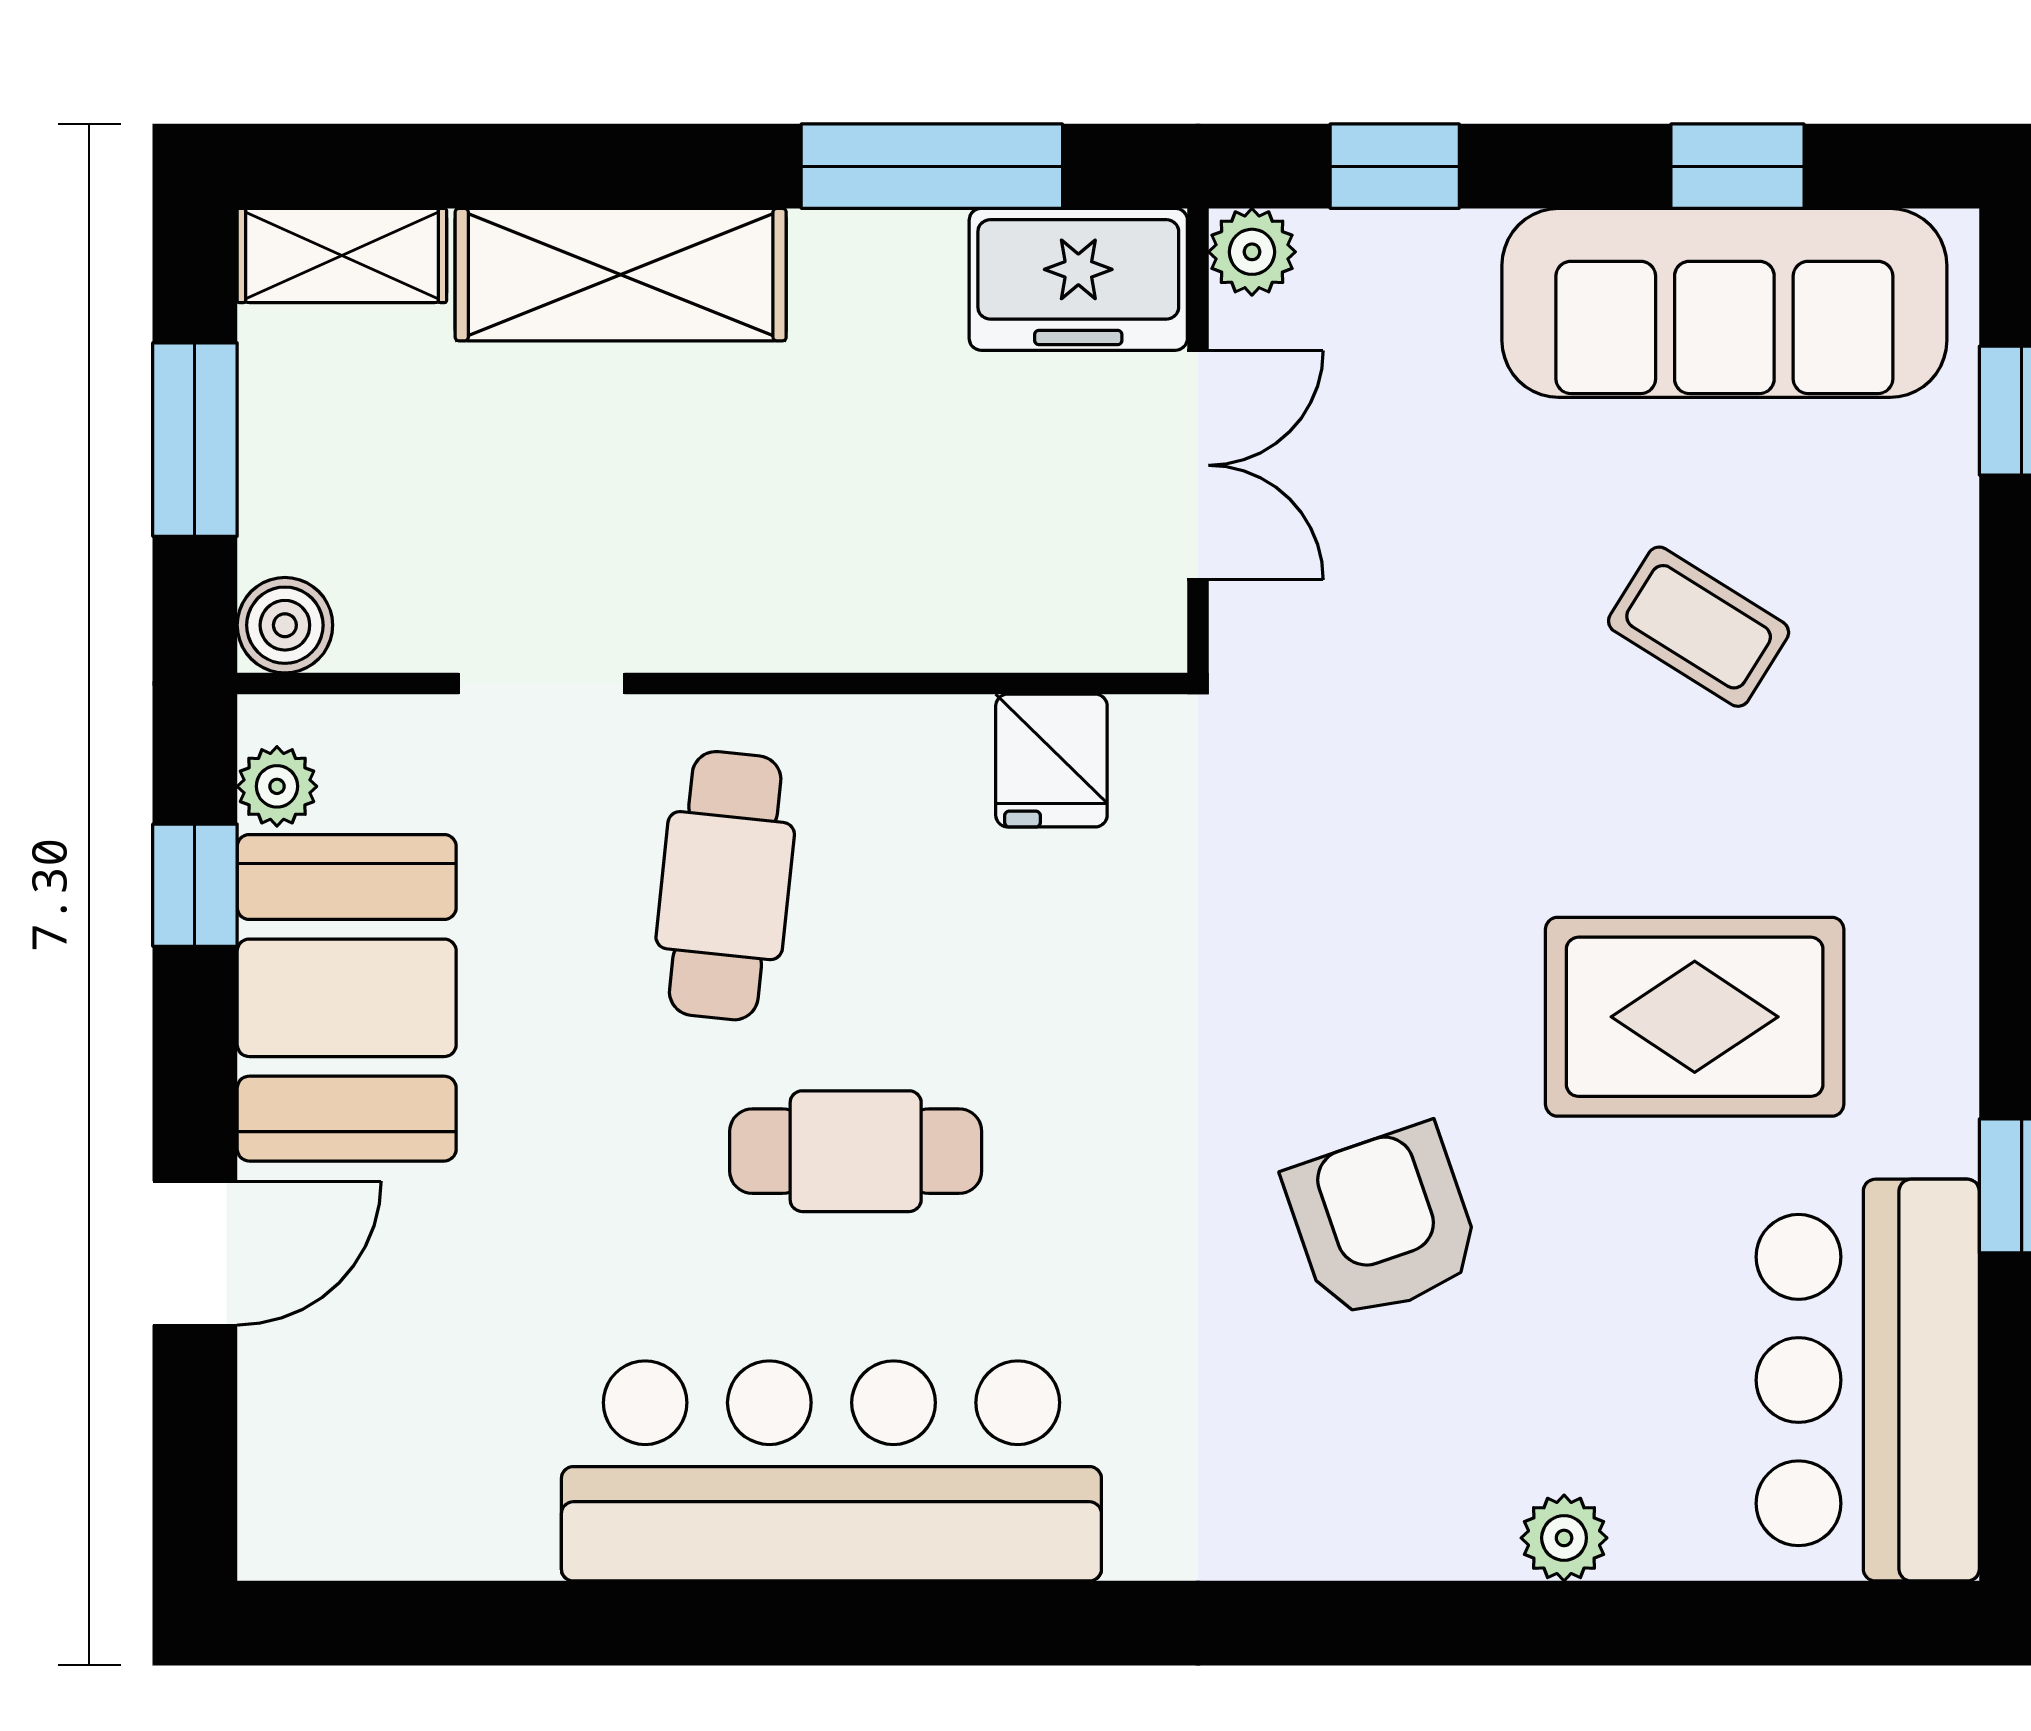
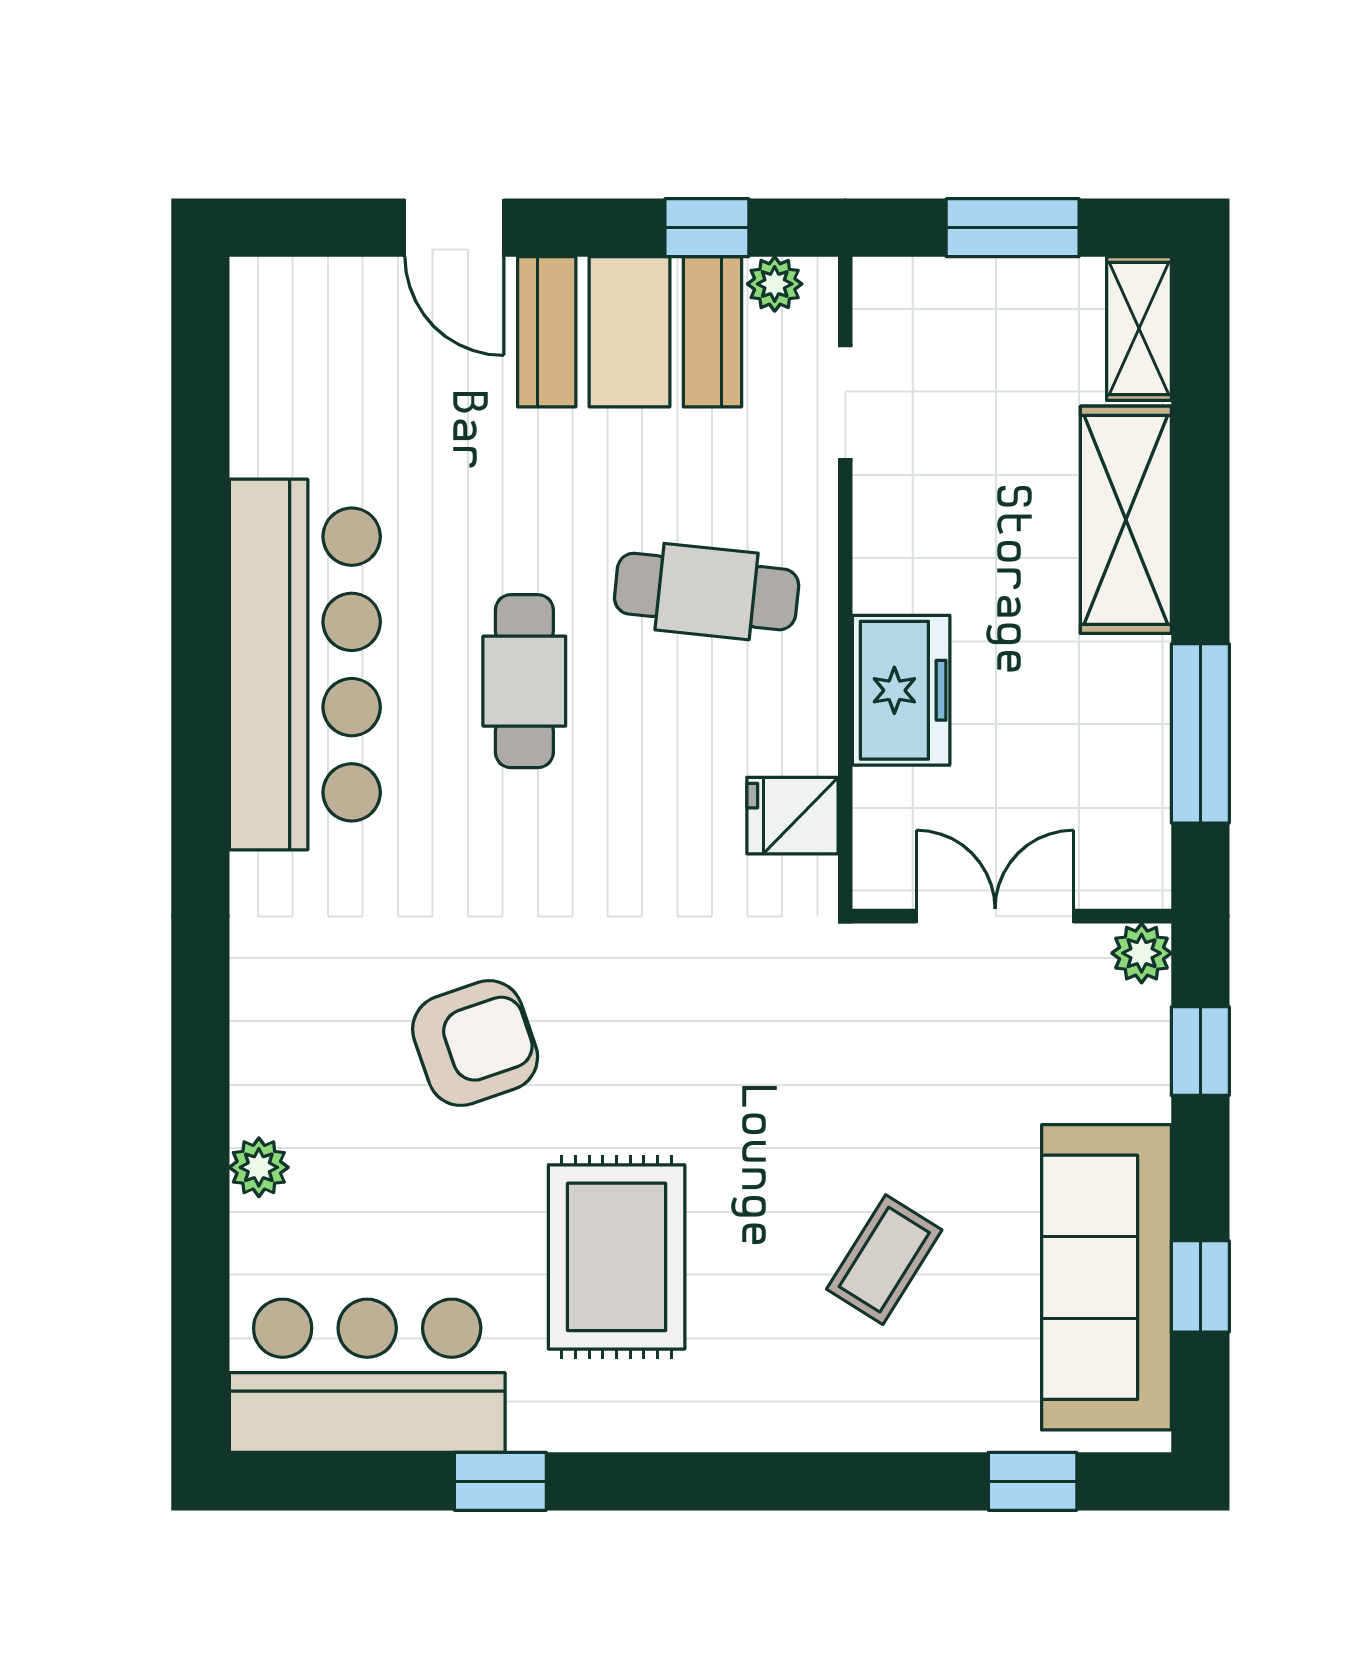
freezer: (1078, 279) -> (901, 690), moved, turned 180
double door: (1198, 465) -> (995, 916), swing flipped
boiler: (285, 625) -> (885, 289), removed
doorway: (542, 683) -> (845, 403), moved

